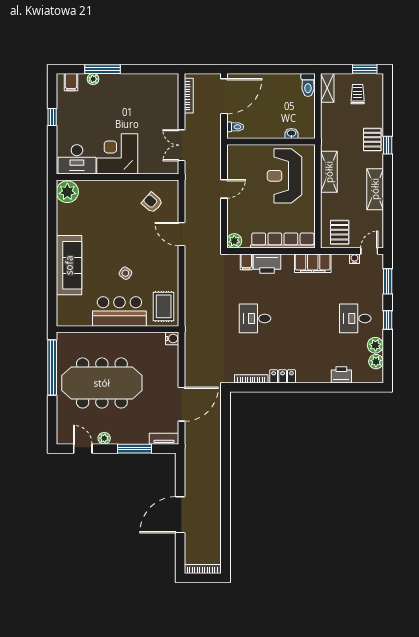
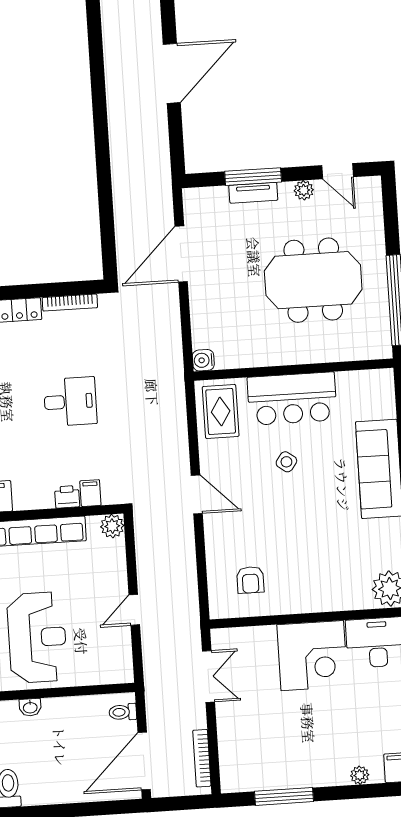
window: (102, 69) -> (284, 796), moved
armchair: (152, 203) -> (250, 580), turned 49
door: (181, 234) -> (197, 494), moved
printer: (267, 264) -> (67, 497), width x0.53, depth x0.68
meeting table: (102, 383) -> (313, 280), width x0.73
tv unit: (164, 439) -> (253, 193), moved

